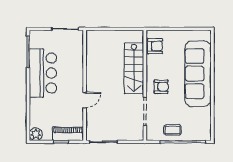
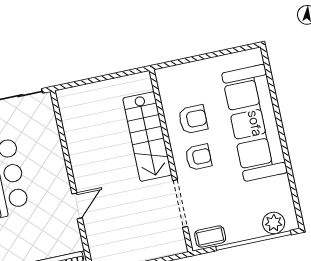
armchair: (155, 46) -> (193, 119), moved
coffee table: (173, 130) -> (210, 237), moved
plant: (197, 134) -> (274, 223), added

